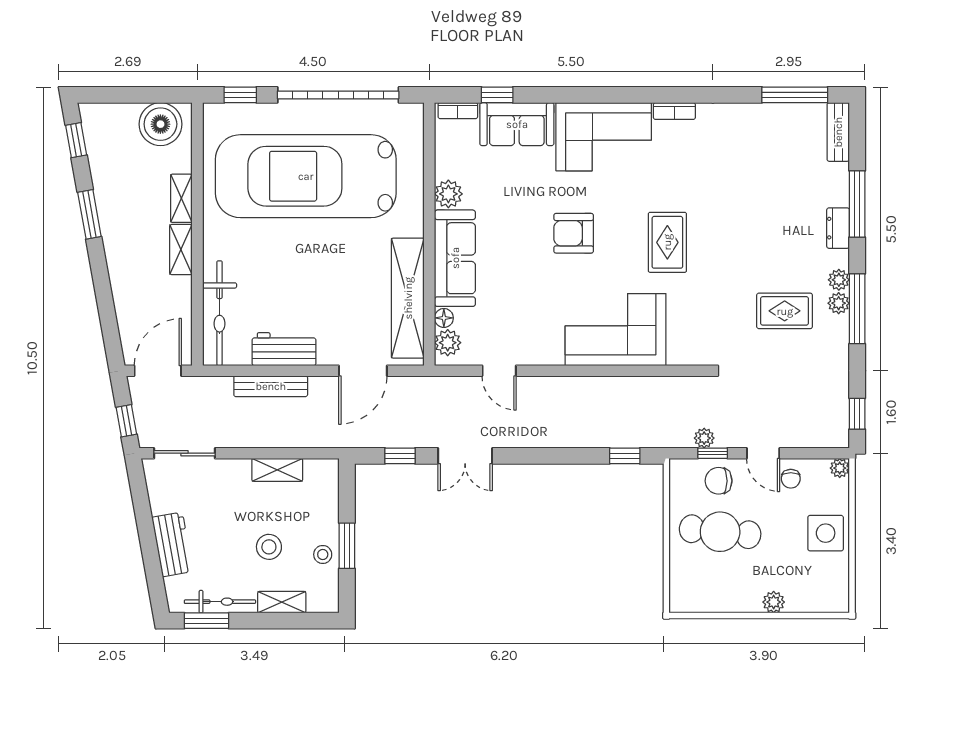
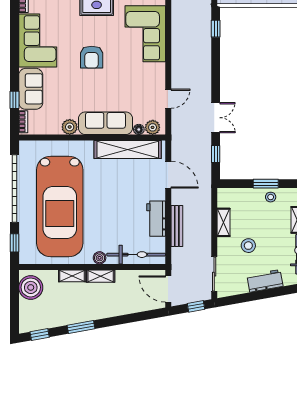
boiler: (214, 248) -> (100, 258), added
stool: (269, 547) -> (248, 246), moved

